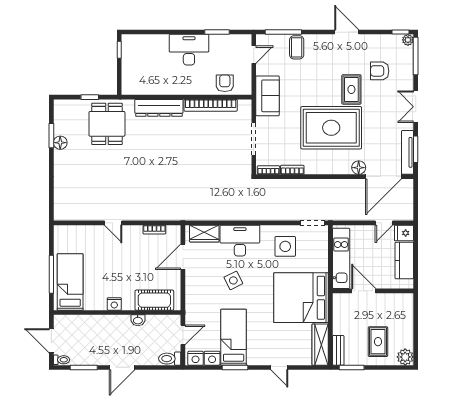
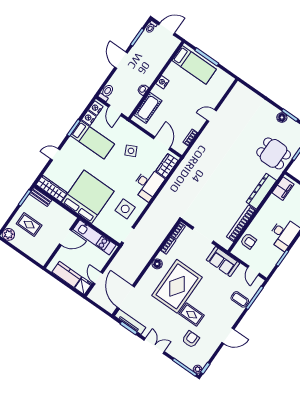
filing cabinet: (139, 86) -> (283, 189), added
floor lamp: (359, 168) -> (157, 264), moved
side table: (233, 280) -> (131, 151), moved

